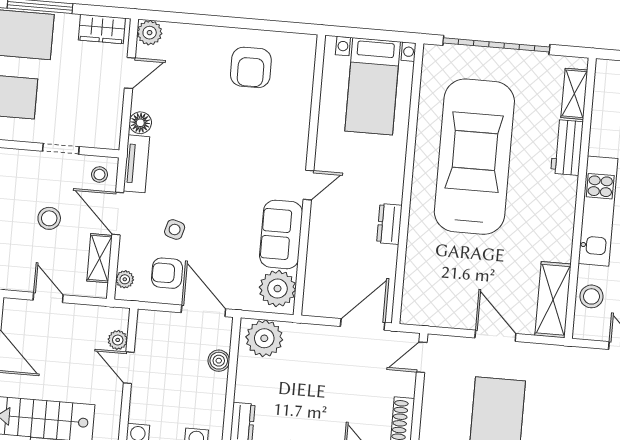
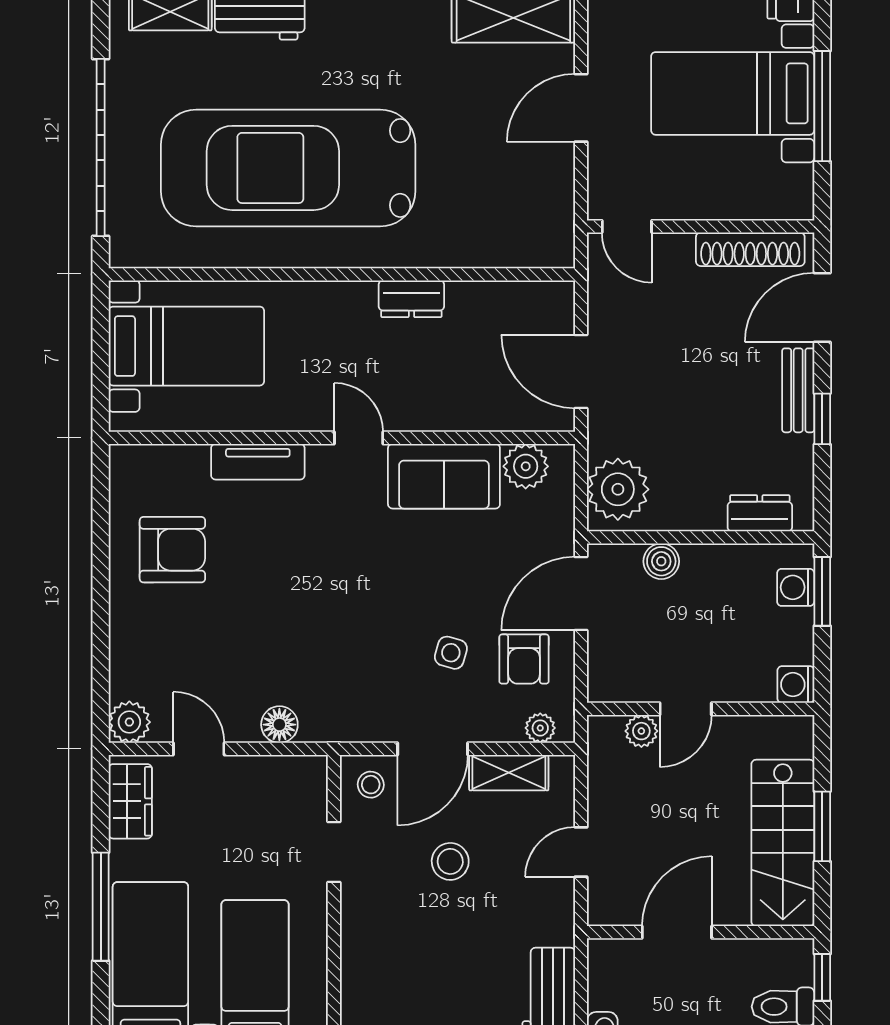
tv unit: (137, 164) -> (258, 462), moved, turned 180
plant: (278, 289) -> (526, 466), width x0.73, depth x0.73
door: (363, 324) -> (581, 371), moved

